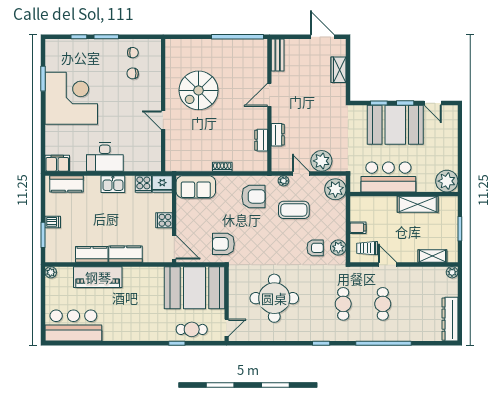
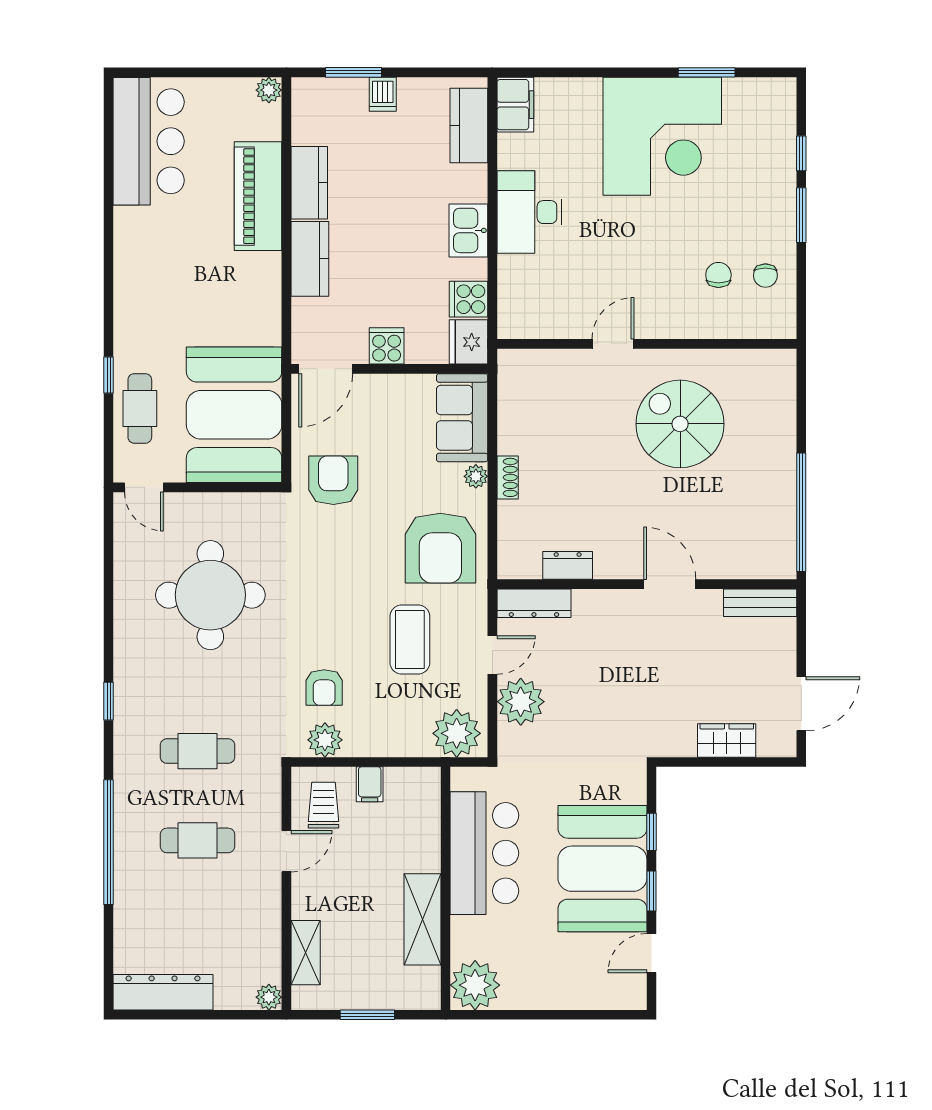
dresser: (278, 135) -> (534, 603), moved, width x1.44
plant: (283, 181) -> (476, 476), moved
armchair: (253, 196) -> (440, 548), width x1.36, depth x1.36

